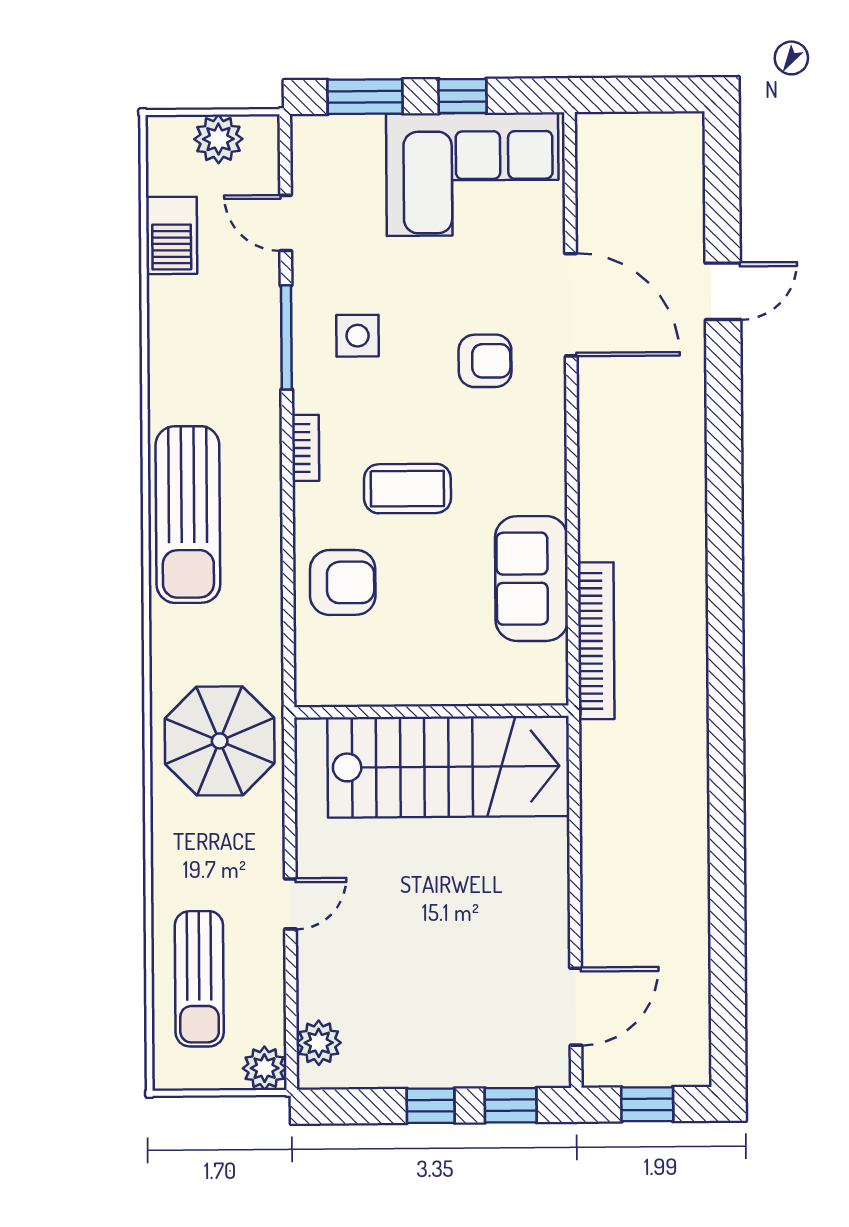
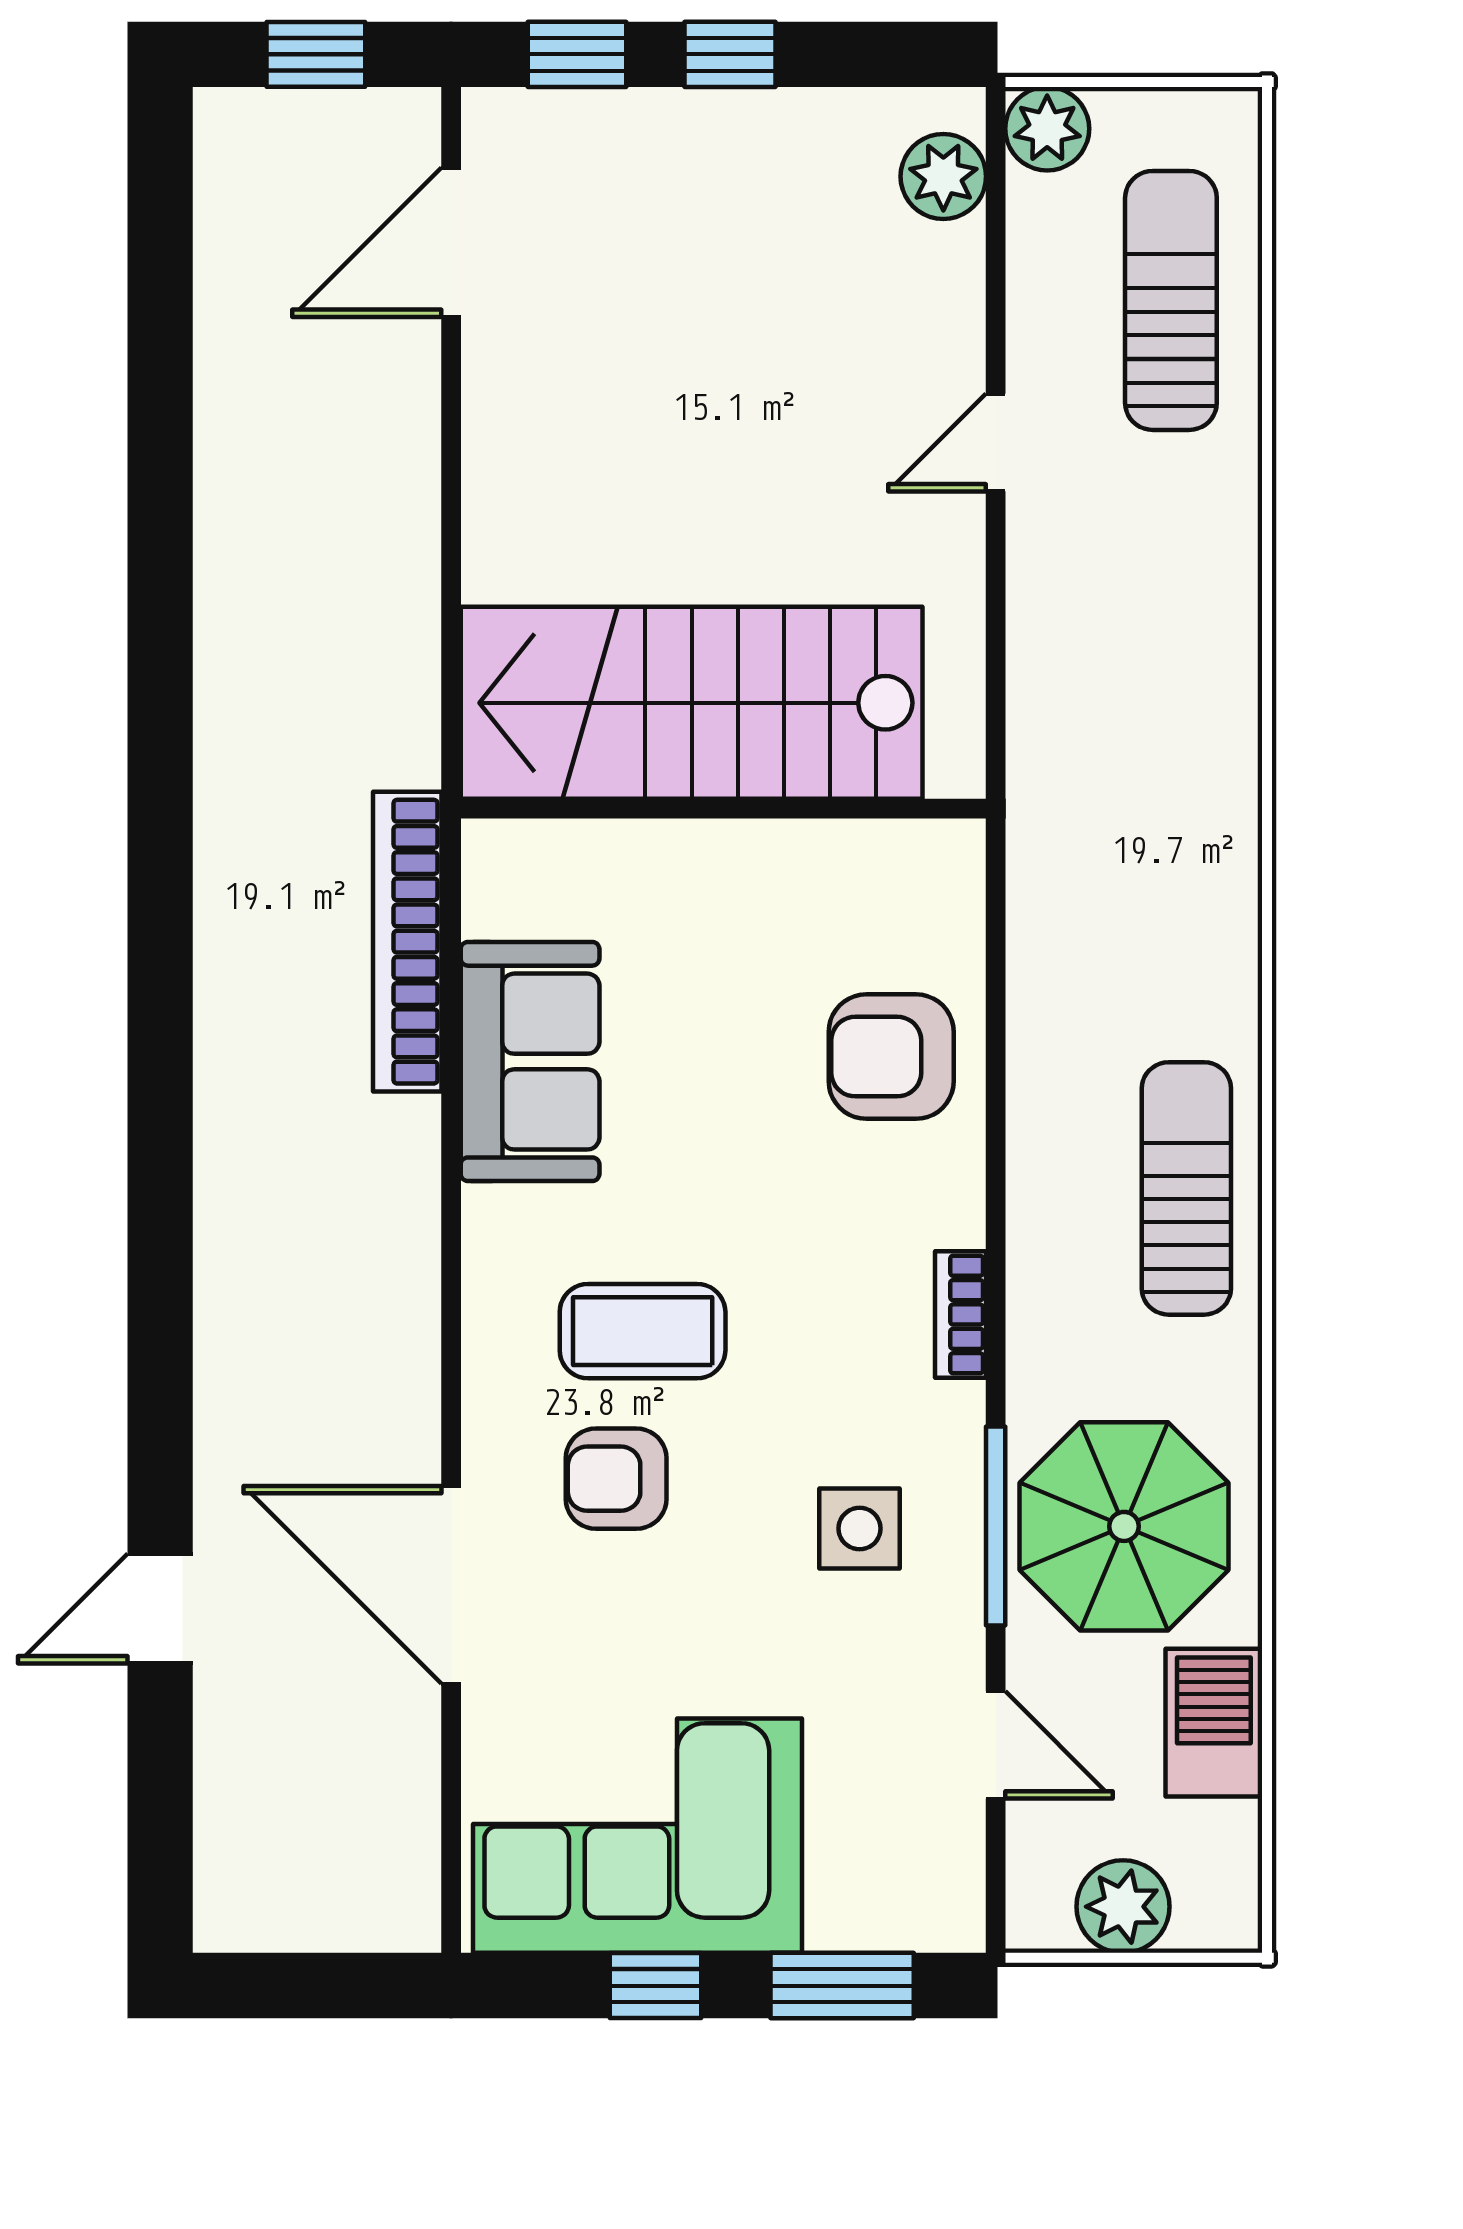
coffee table: (407, 489) -> (643, 1331), moved
sun lounger: (188, 515) -> (1186, 1188), width x0.73, depth x0.75
parasol: (220, 741) -> (1124, 1526), moved

